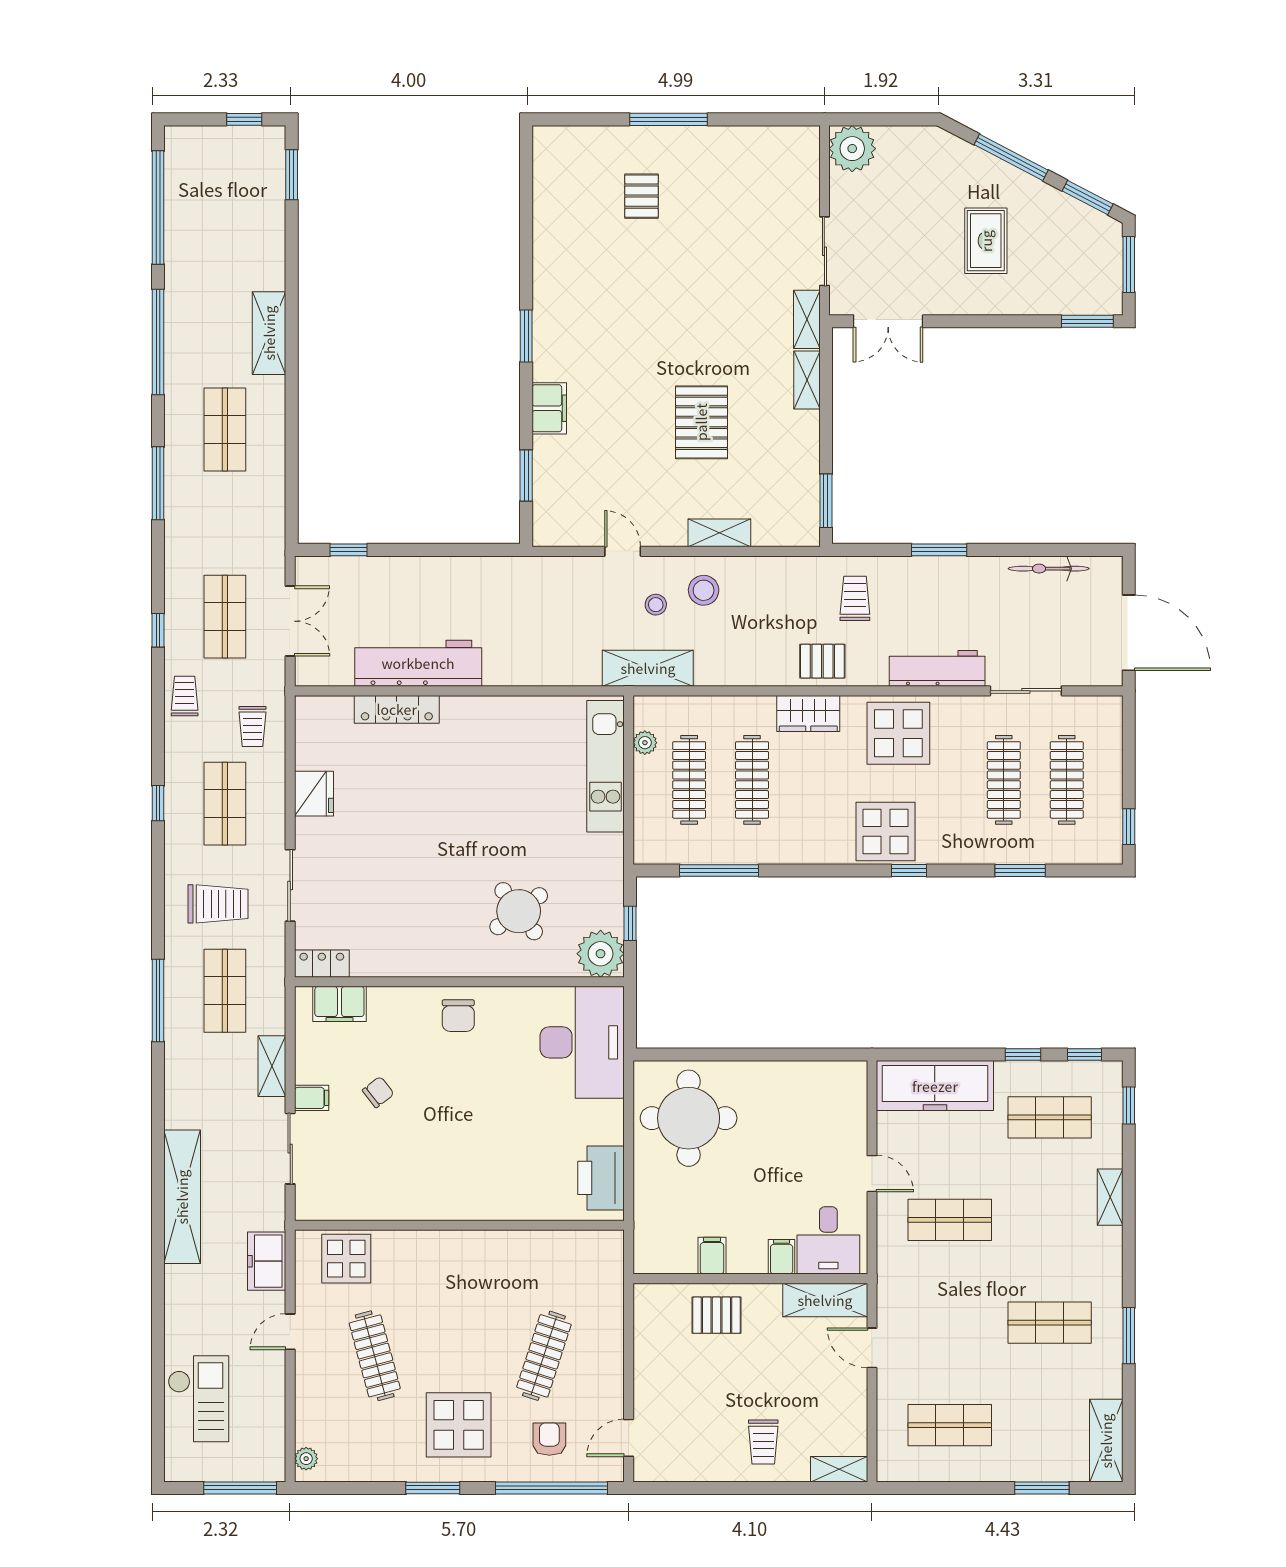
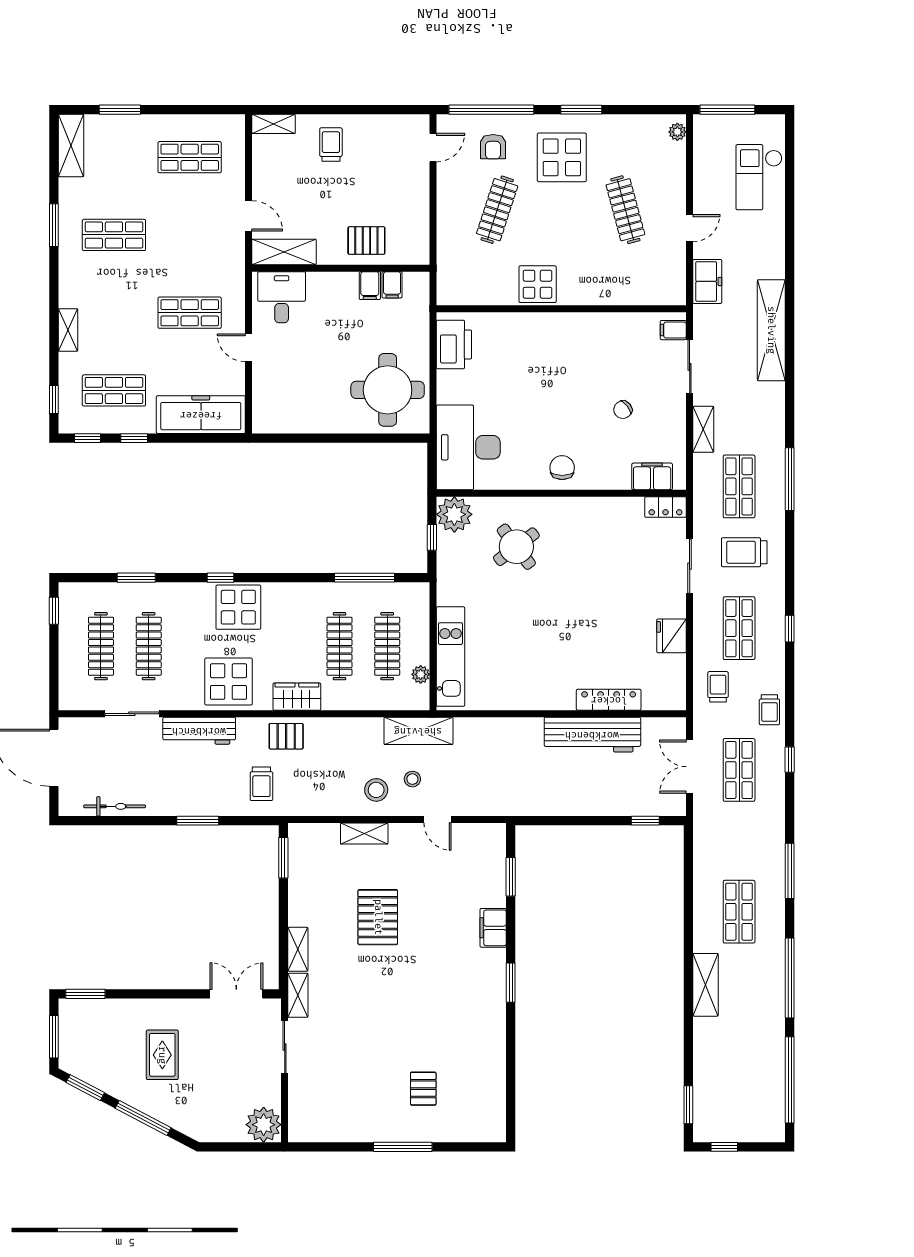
filing cabinet: (312, 1098) -> (673, 330), moved
filing cabinet: (782, 1257) -> (392, 285), moved
display table: (346, 1259) -> (538, 284), moved

